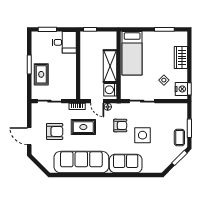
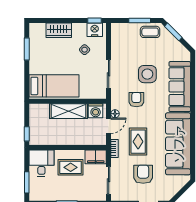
rug: (41, 74) -> (71, 167), moved
filing cabinet: (70, 90) -> (96, 157), added
sofa: (126, 164) -> (180, 87), width x1.36

